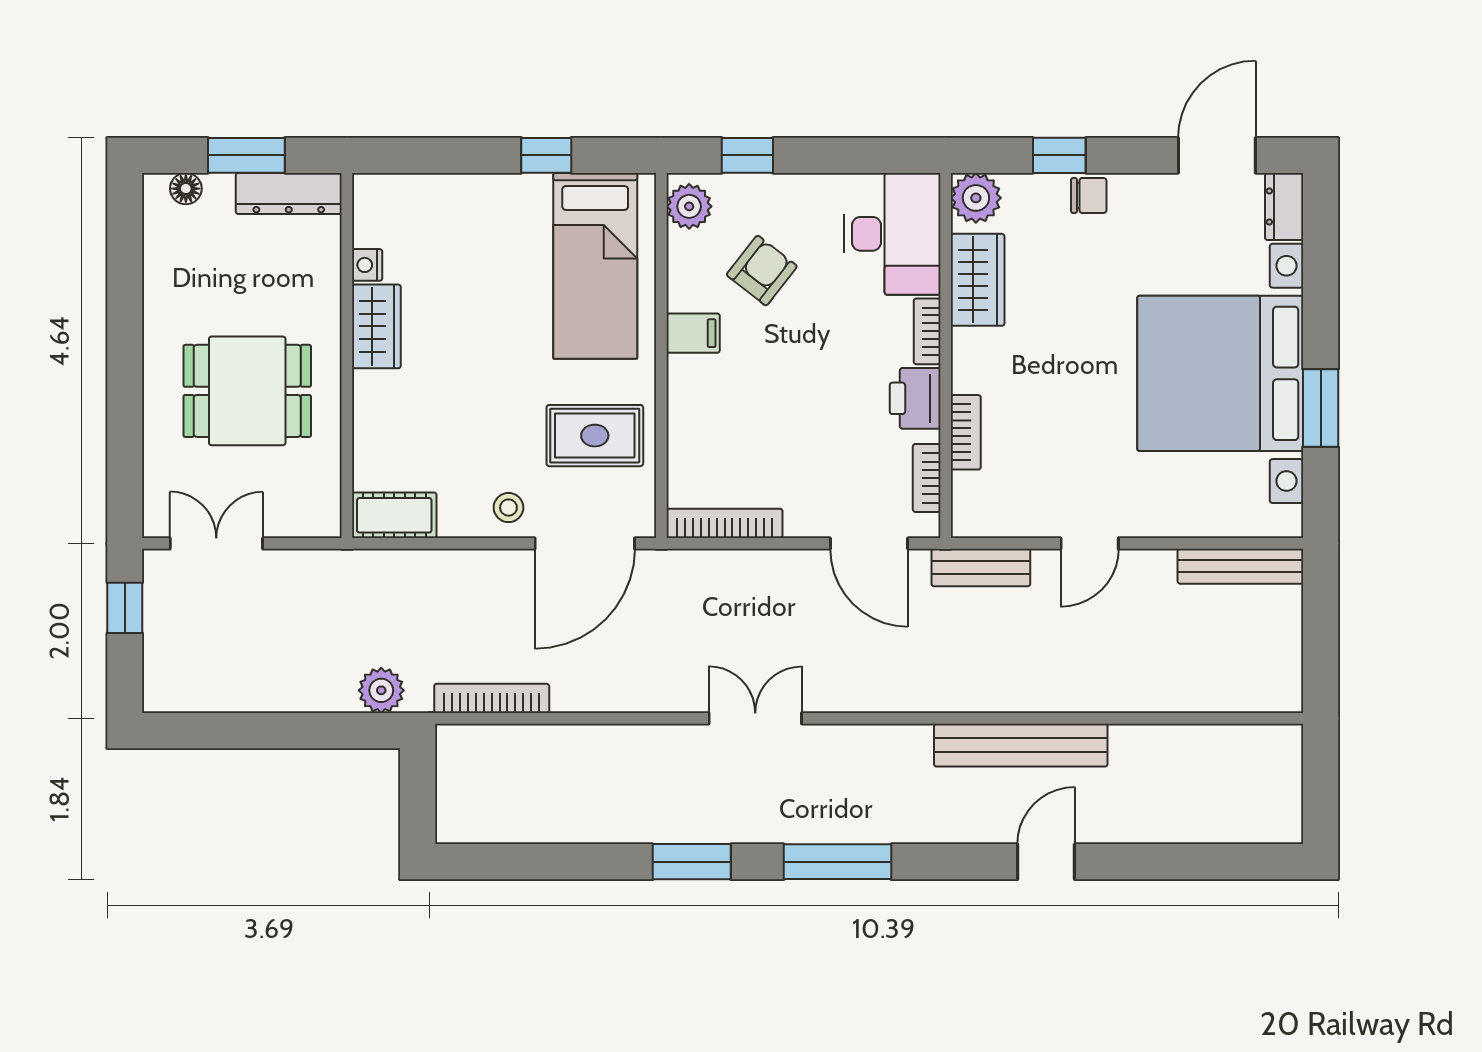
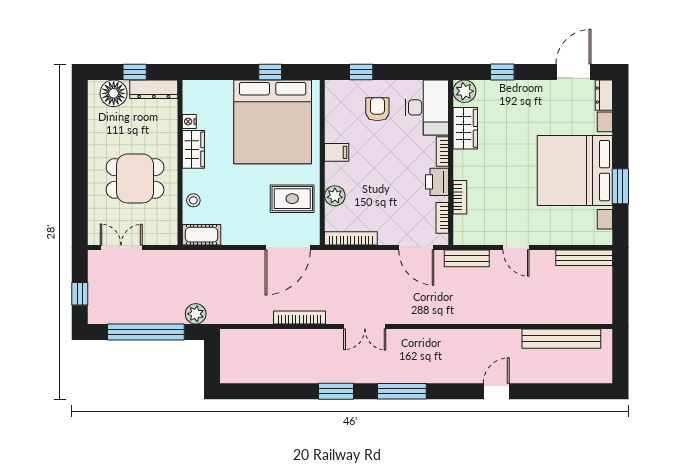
window: (246, 155) -> (135, 72), width x0.67
floor lamp: (186, 189) -> (114, 93), width x1.89, depth x1.89
chair: (1089, 195) -> (516, 90), removed
plant: (689, 206) -> (335, 196), moved
bed: (595, 266) -> (273, 122), width x2.04
armchair: (762, 271) -> (377, 109), moved, turned -38
stool: (508, 508) -> (193, 200), moved
door: (1090, 543) -> (516, 247), hinge flipped
window: (125, 608) -> (80, 294), moved
bookcase: (492, 698) -> (300, 317), moved
double door: (755, 718) -> (365, 327), swing flipped
window: (271, 731) -> (146, 332), added
bench: (1021, 745) -> (561, 339), moved

